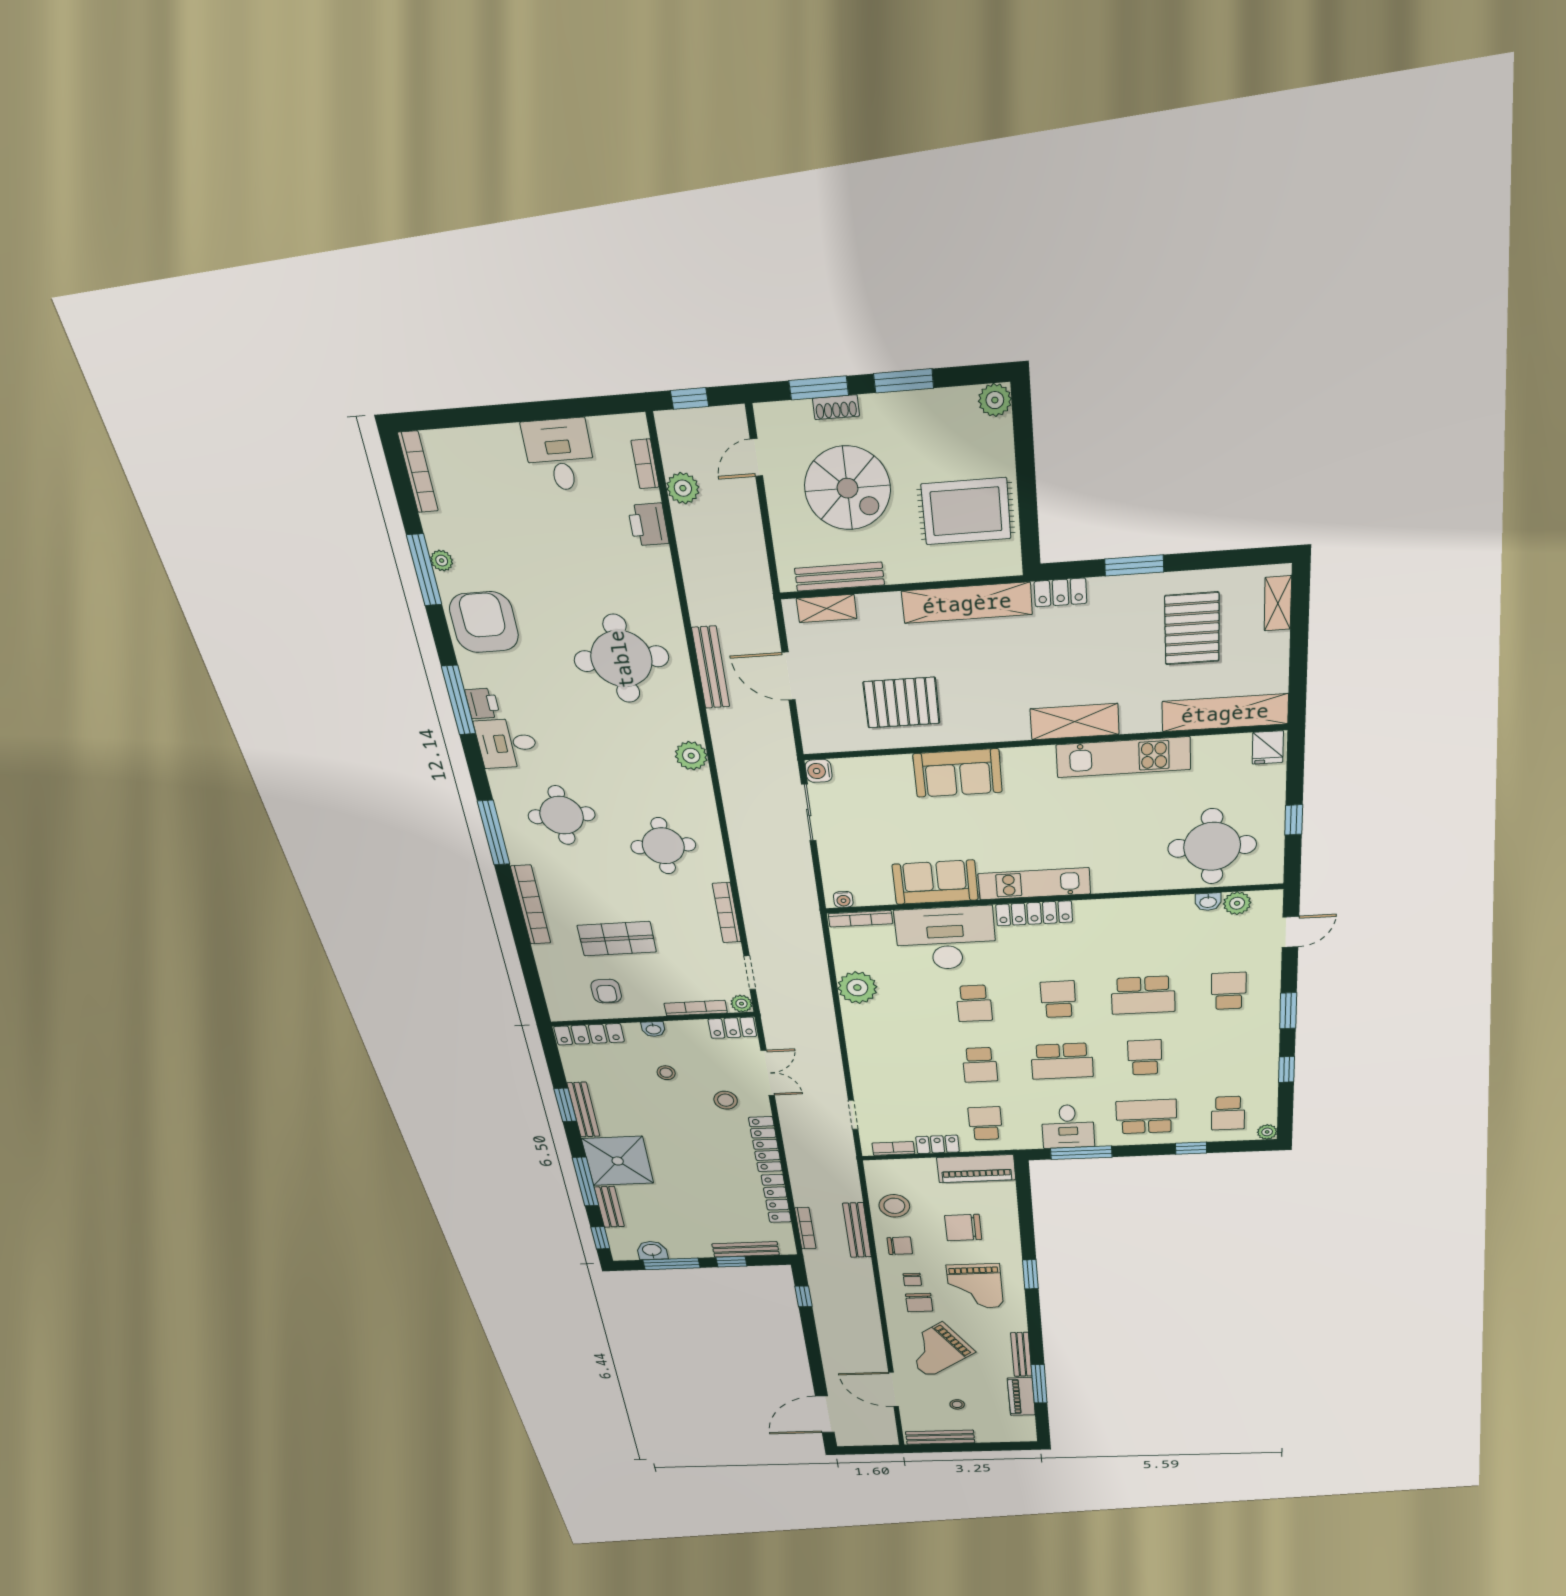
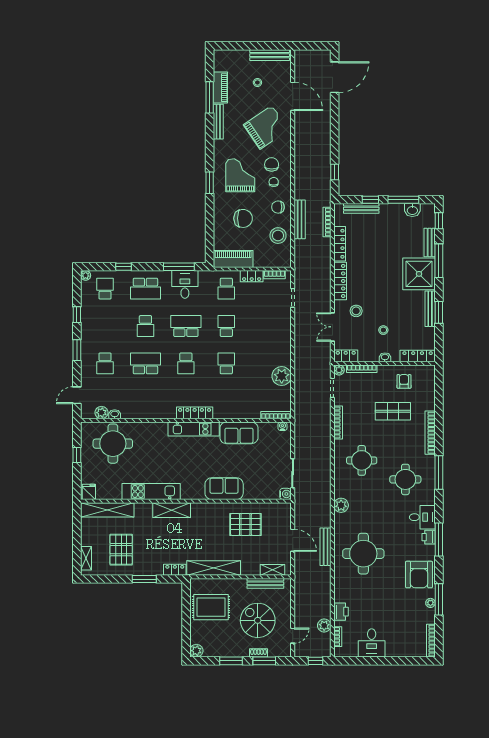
desk: (946, 938) -> (237, 402), removed

